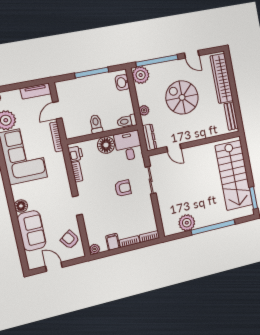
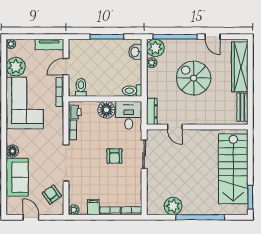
plant: (144, 110) -> (152, 63), moved
toilet: (96, 124) -> (81, 87), moved
armchair: (123, 188) -> (114, 156), turned 90
doorway: (77, 205) -> (66, 163), width x1.87

